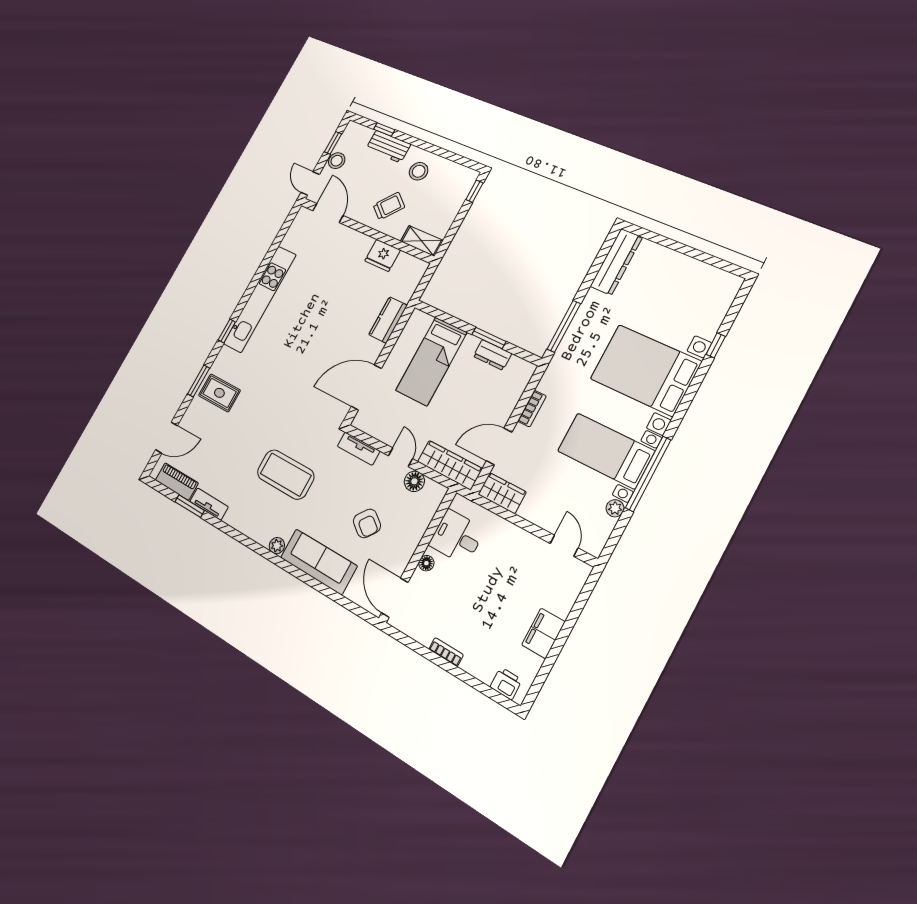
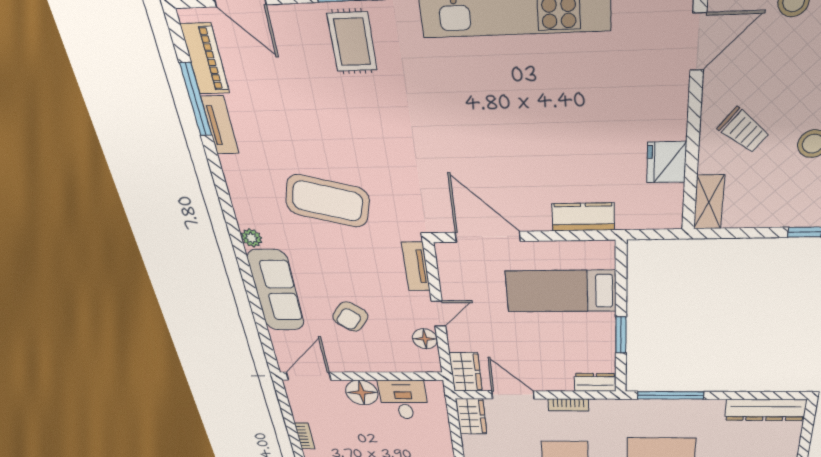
dresser: (492, 355) -> (595, 382), moved, turned 90
wardrobe: (450, 465) -> (466, 372), width x0.67
coffee table: (286, 474) -> (328, 201), turned -75
window: (190, 506) -> (196, 100), width x1.44
floor lamp: (426, 563) -> (362, 393), width x1.89, depth x1.89

